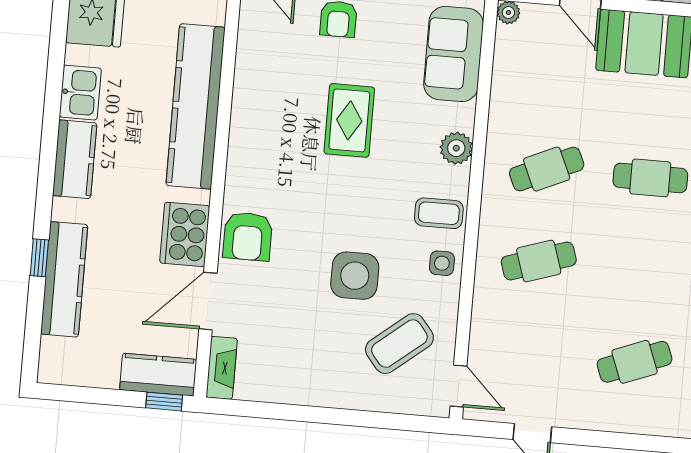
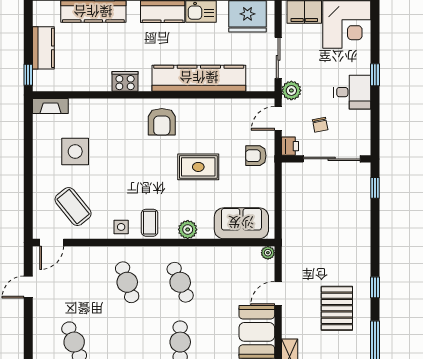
cooker: (185, 234) -> (125, 81), width x0.73, depth x0.76
armchair: (248, 236) -> (162, 122), moved, turned -90
side table: (355, 276) -> (75, 151), moved
door: (208, 301) -> (88, 95), removed
kitchen counter: (158, 375) -> (43, 48), moved

